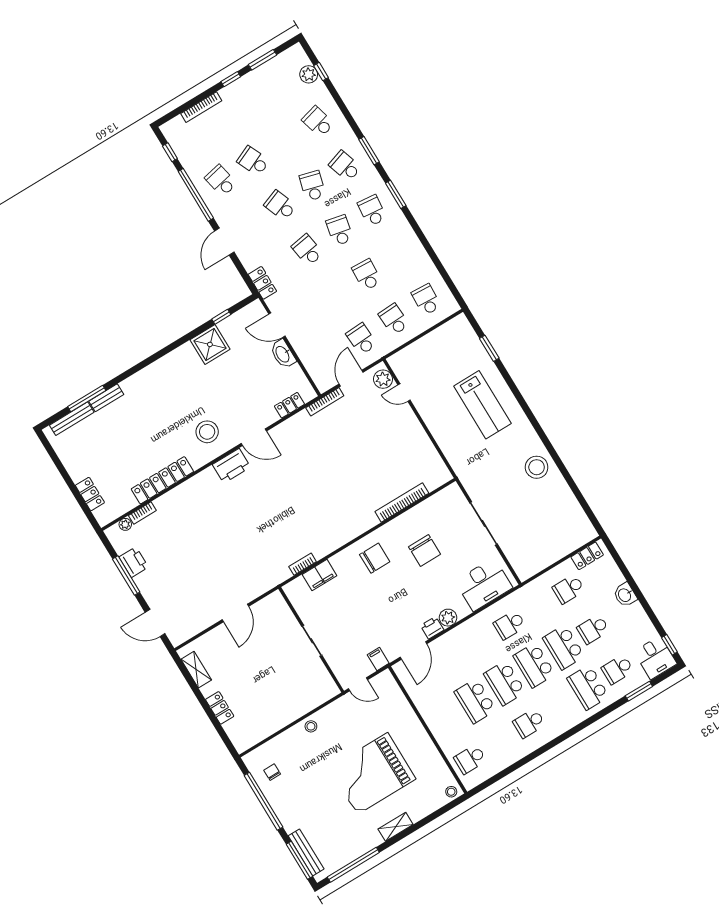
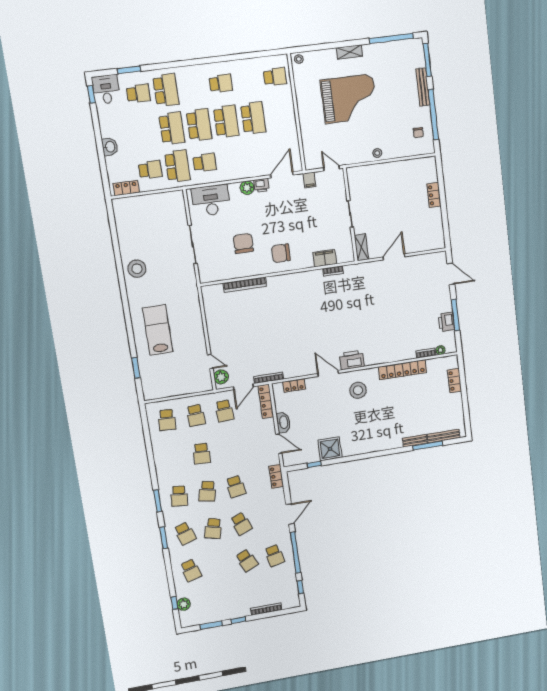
locker: (316, 371) -> (266, 401), added
school desk: (593, 629) -> (177, 166), moved, width x1.85
shelving: (196, 670) -> (361, 247), moved
bench: (306, 852) -> (423, 87), moved

